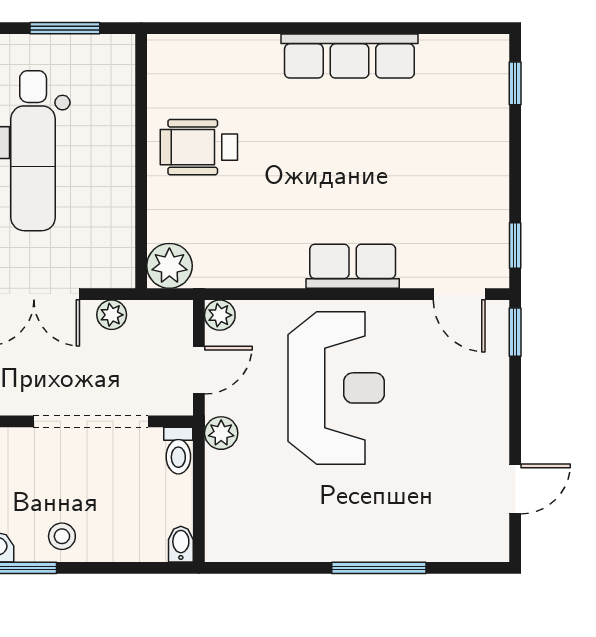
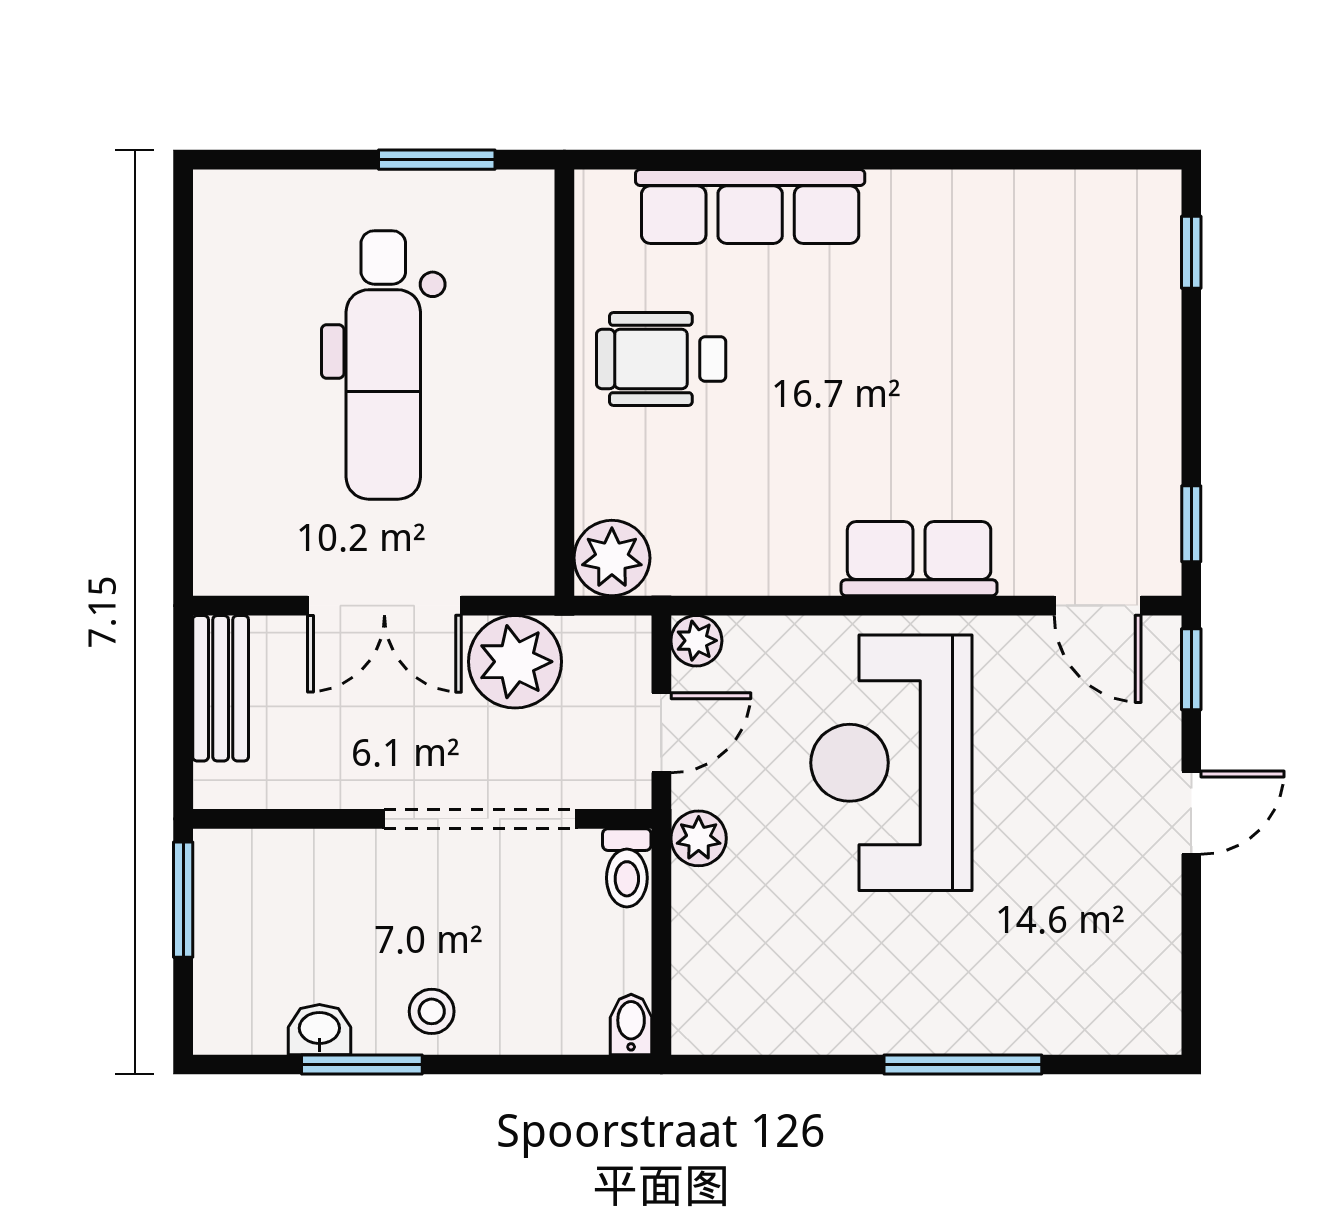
row of seats: (349, 56) -> (750, 206), moved
plant: (112, 315) -> (515, 662), width x1.88, depth x1.88
reception desk: (336, 388) -> (891, 763), turned 180
door: (515, 489) -> (1191, 813), moved

